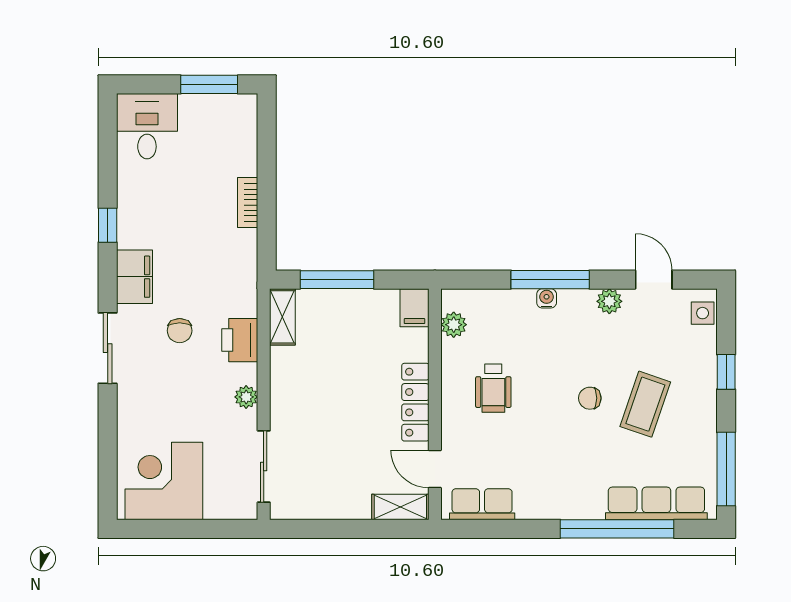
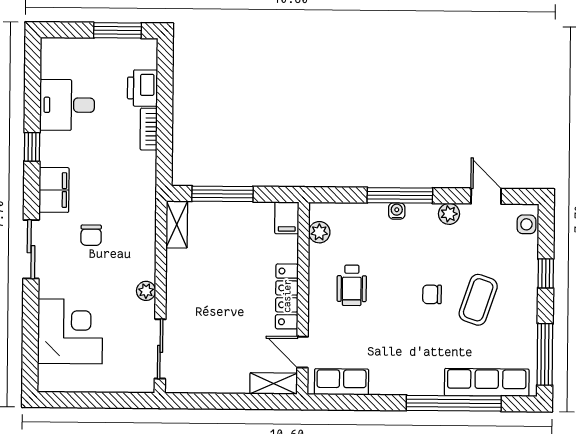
desk: (147, 126) -> (67, 105), moved, turned -90
printer: (240, 340) -> (142, 88), moved
corner desk: (164, 481) -> (70, 331), moved, turned 90

